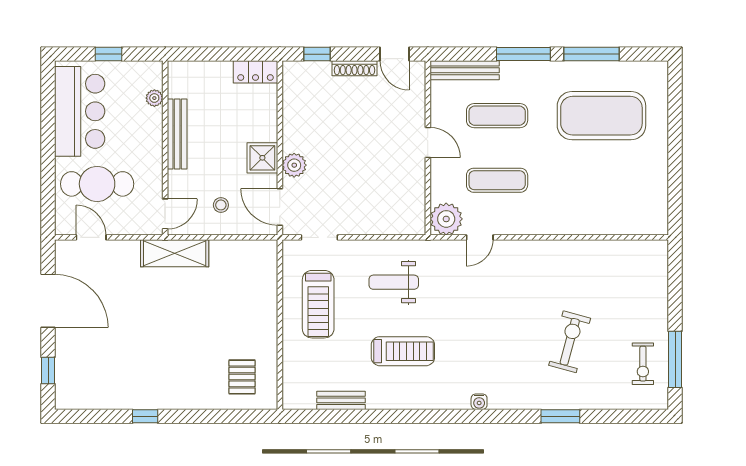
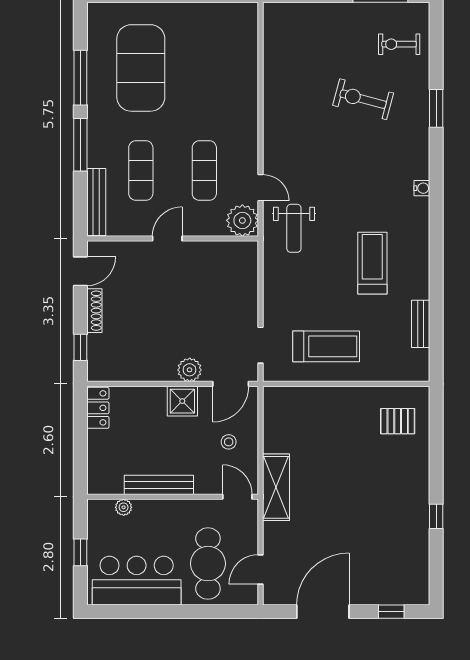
weight bench: (394, 282) -> (294, 228), moved
exercise bike: (643, 364) -> (399, 44), moved, turned 180

